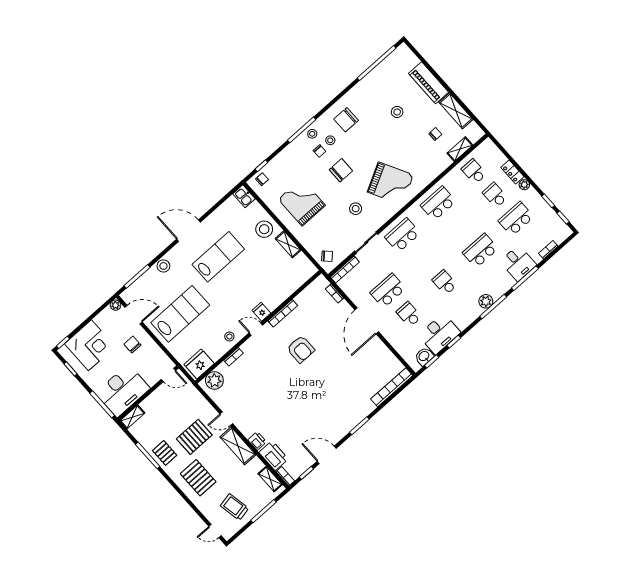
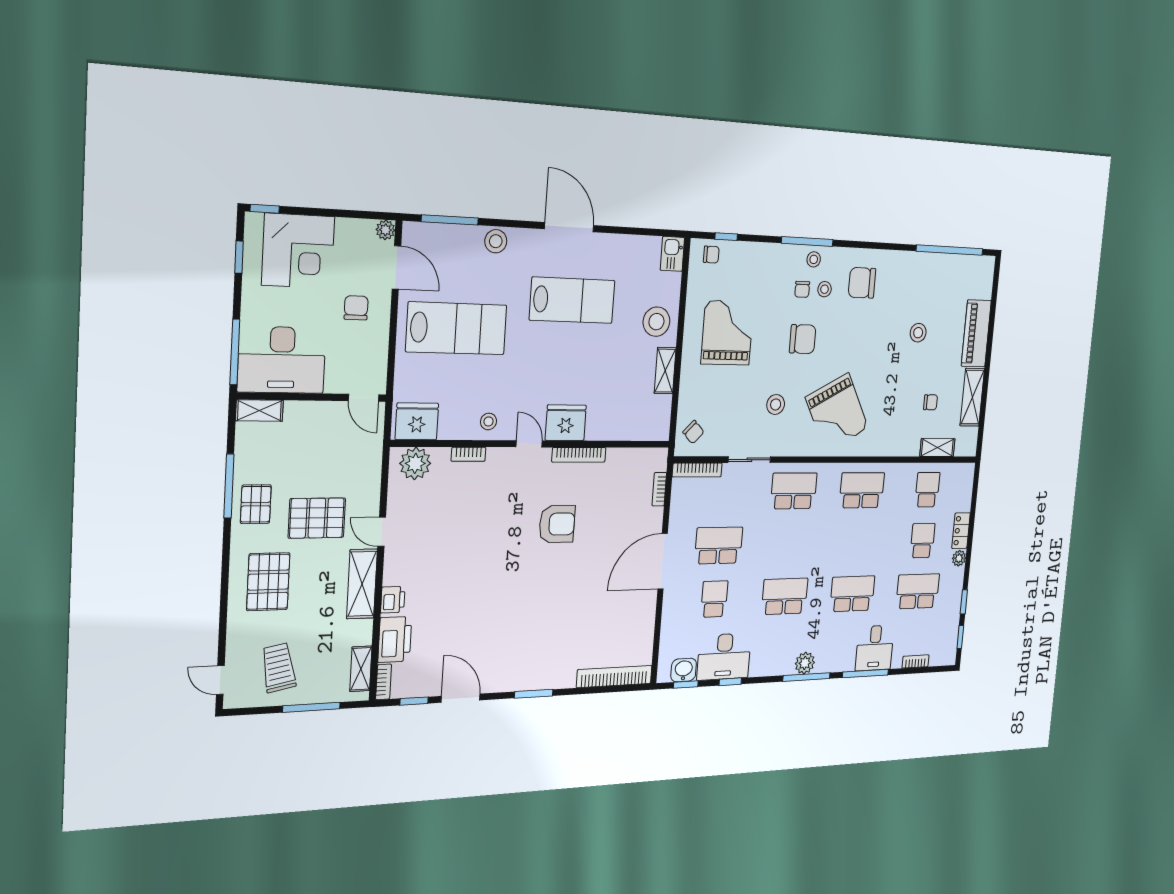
school desk: (445, 282) -> (785, 596), width x1.85
fridge: (261, 312) -> (566, 423), width x1.88, depth x1.34
armchair: (301, 349) -> (557, 524), turned -90

